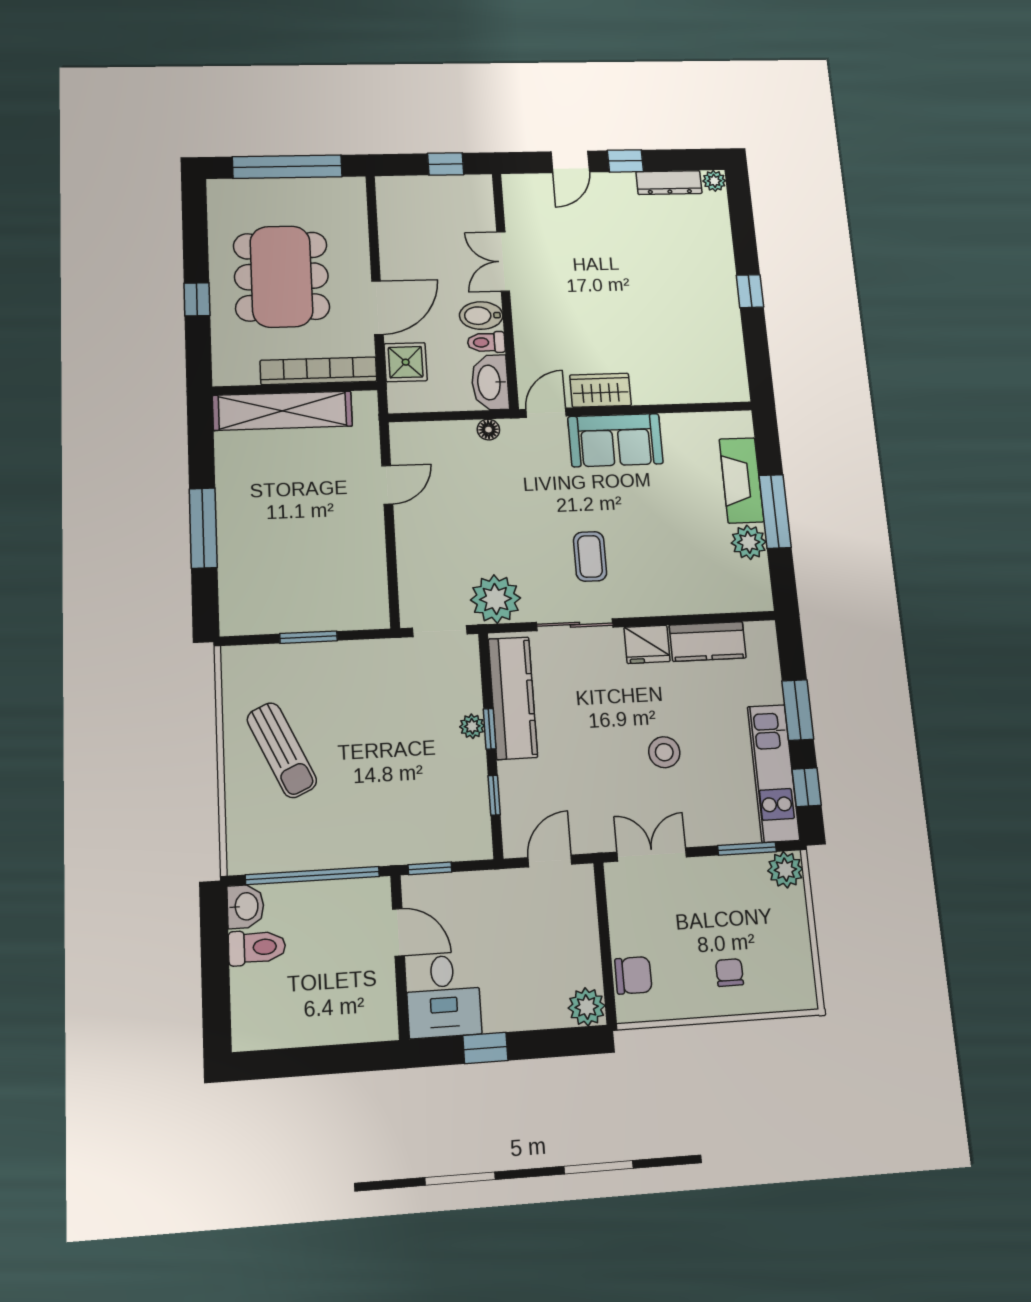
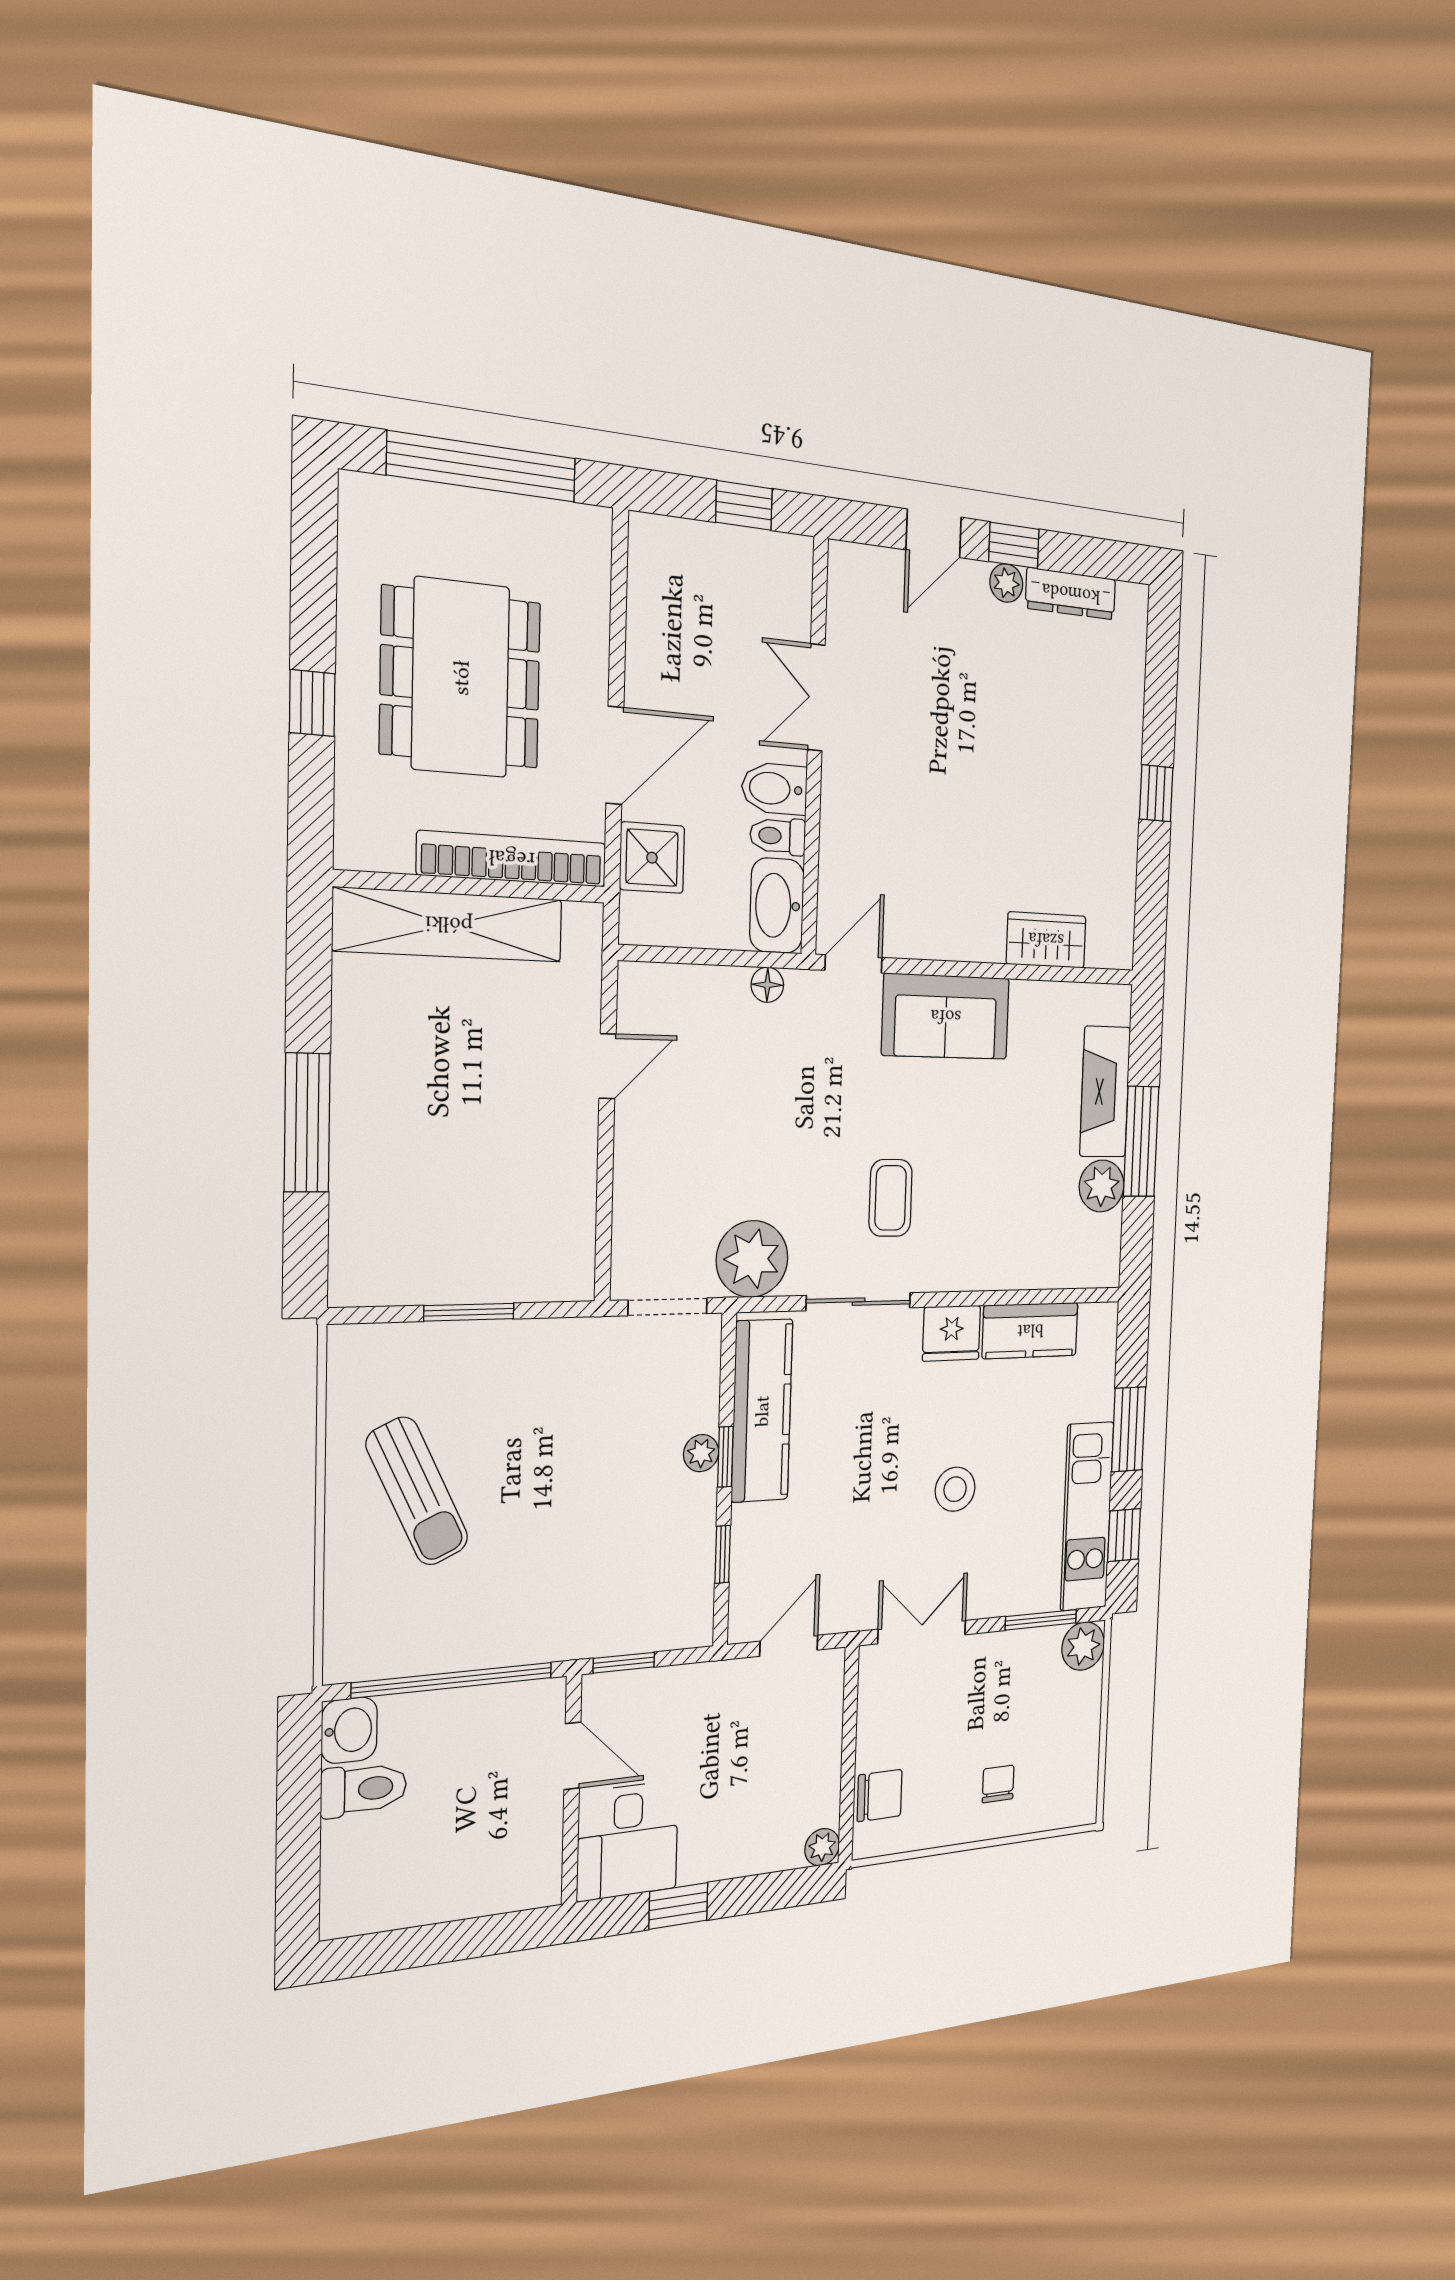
plant: (714, 181) -> (1006, 583), moved
wardrobe: (600, 390) -> (1046, 940), moved
plant: (587, 1007) -> (822, 1847), width x0.73, depth x0.73

